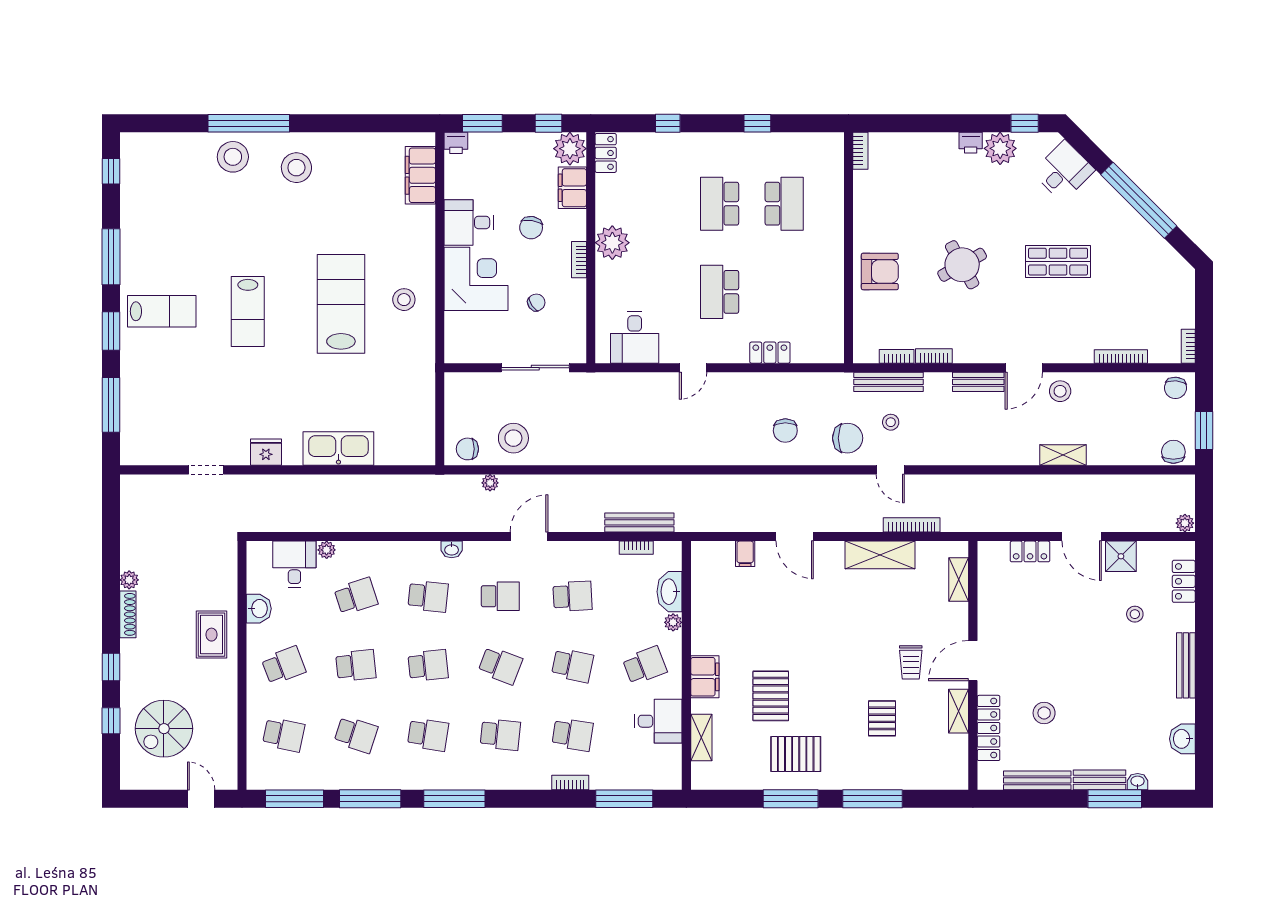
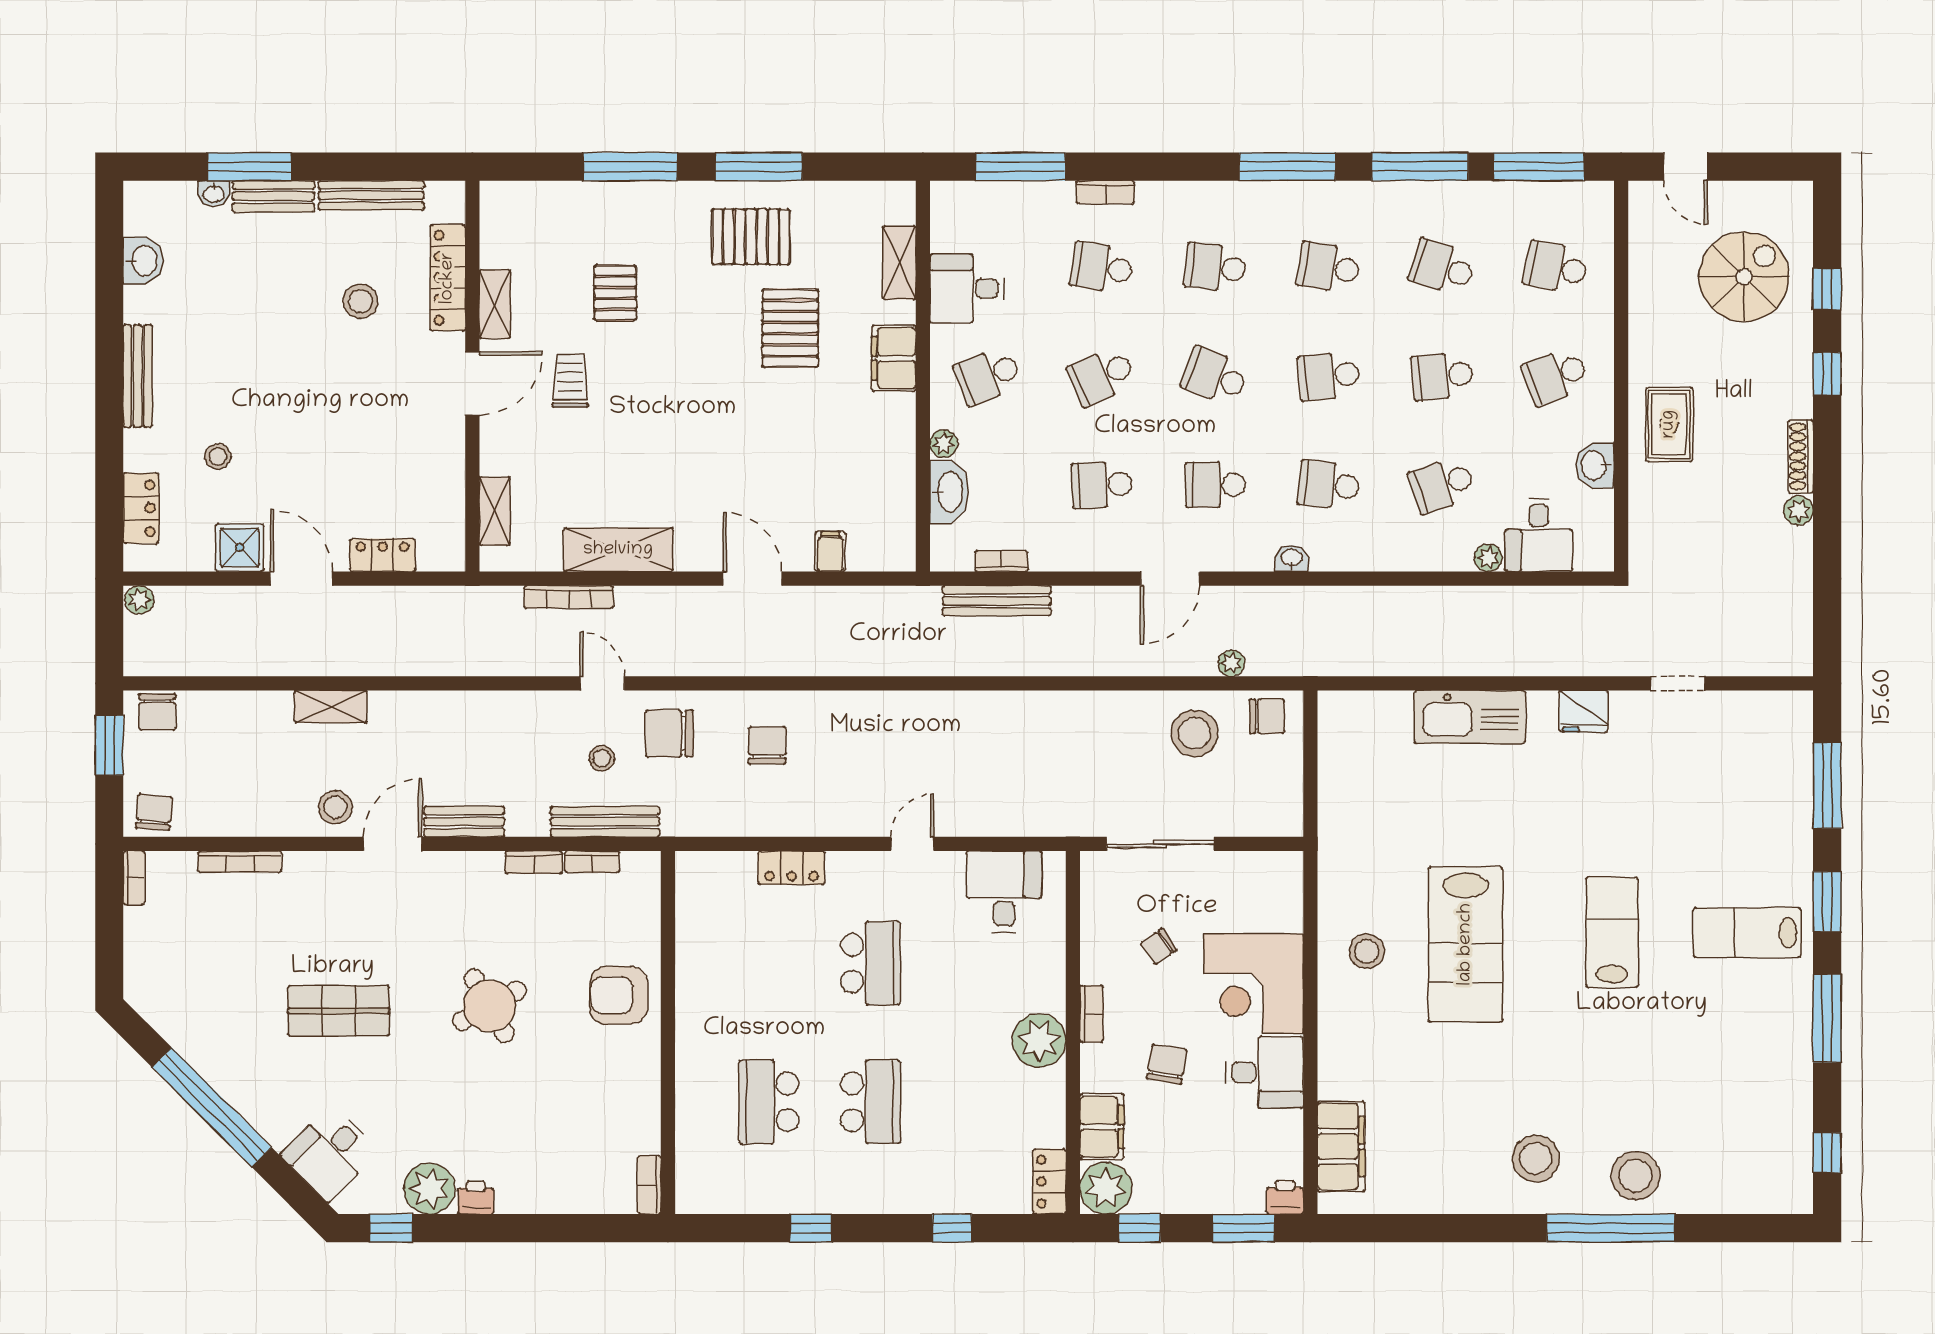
school desk: (572, 665) -> (1102, 376), turned -36

